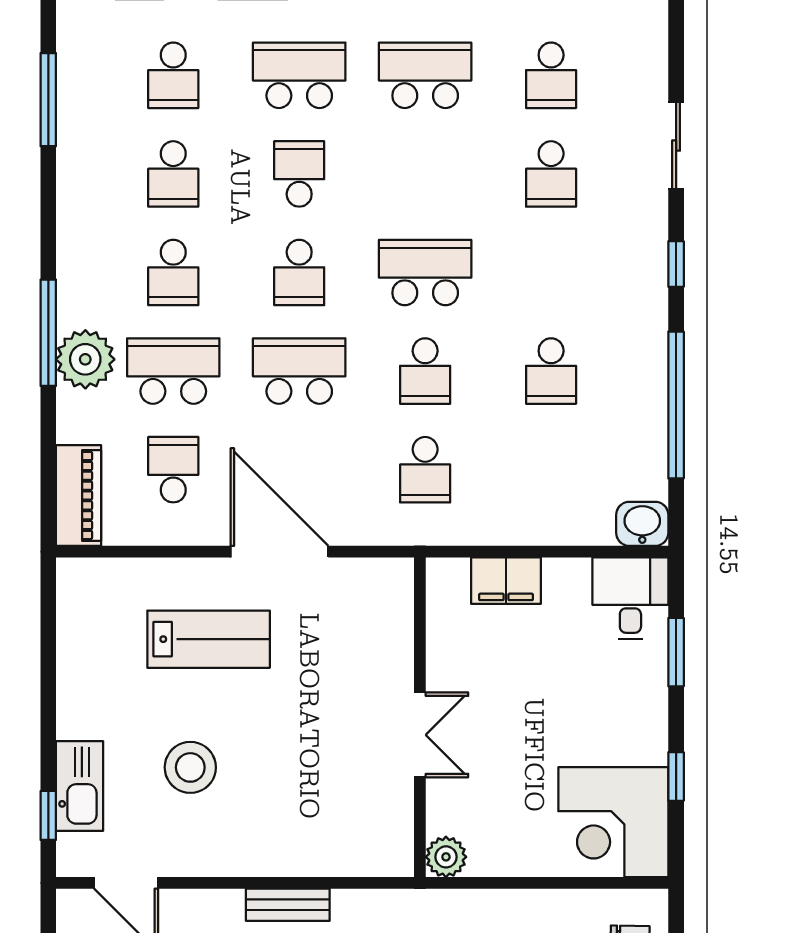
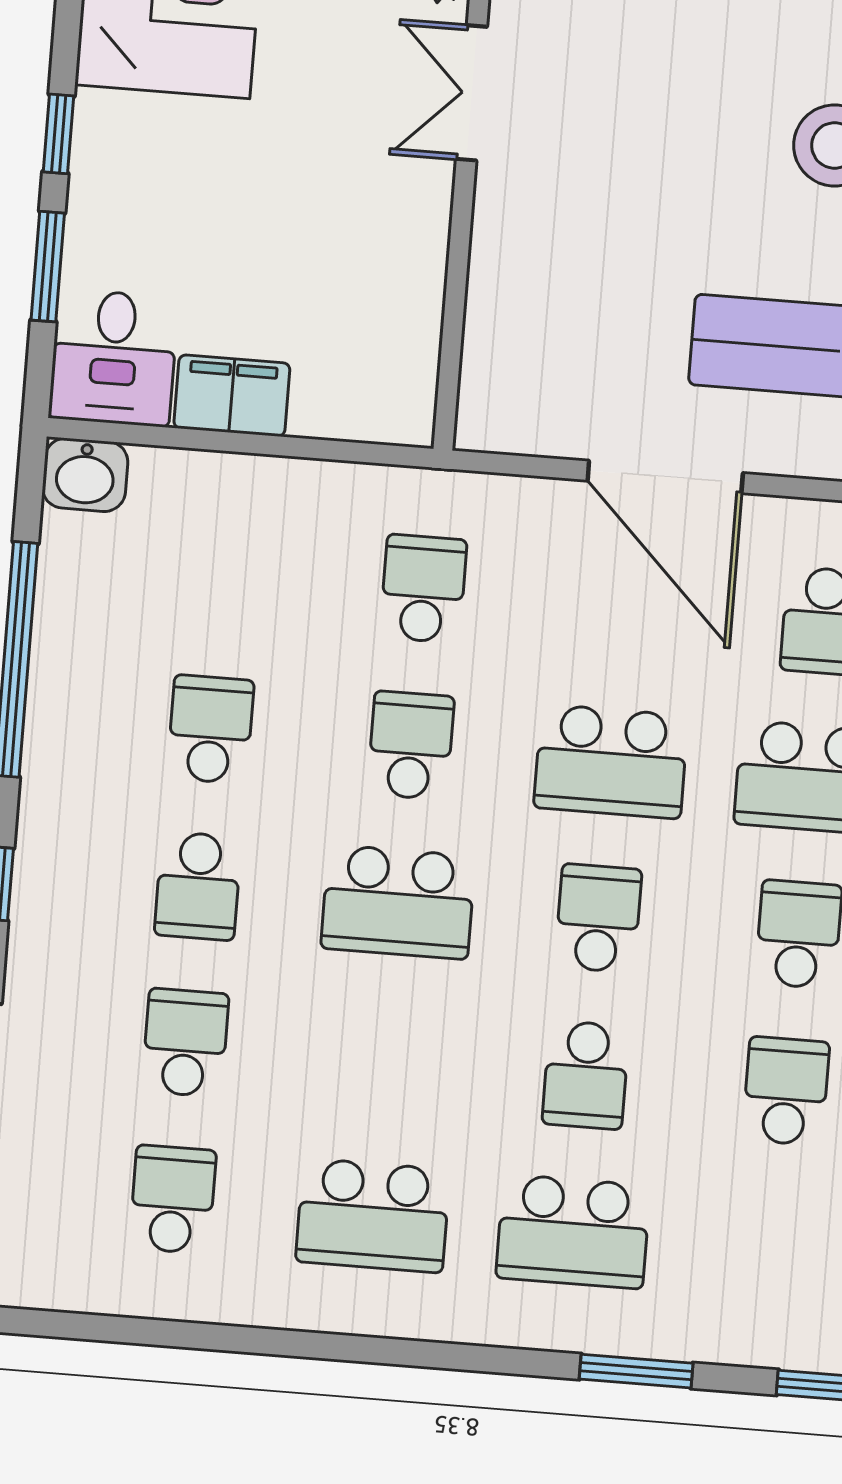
school desk: (173, 75) -> (198, 886), moved, turned 180
filing cabinet: (506, 581) -> (232, 396), moved
double door: (420, 735) -> (472, 93), moved
window: (676, 776) -> (58, 134), moved

